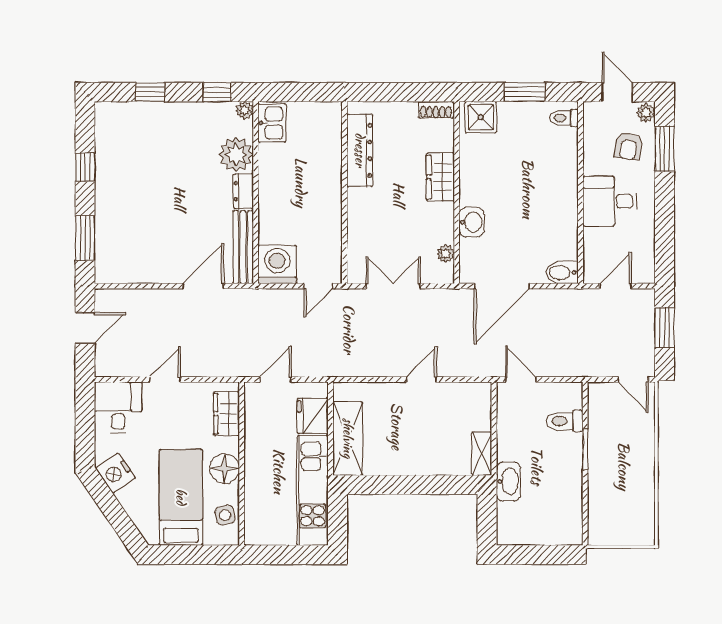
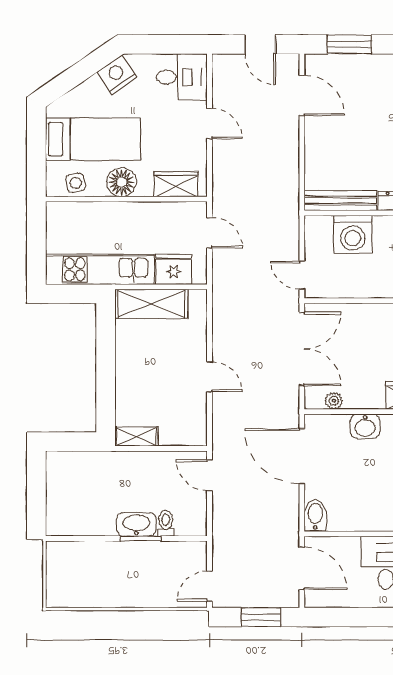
washing machine: (277, 265) -> (353, 234), moved, turned 90
door: (203, 286) -> (302, 95), moved
double door: (393, 286) -> (302, 349), width x1.37
door: (615, 286) -> (302, 568), width x1.38
door: (521, 380) -> (209, 475), swing flipped
toilet: (565, 421) -> (166, 523), width x0.73, depth x0.72
washbasin: (508, 481) -> (136, 524), moved, turned 180

